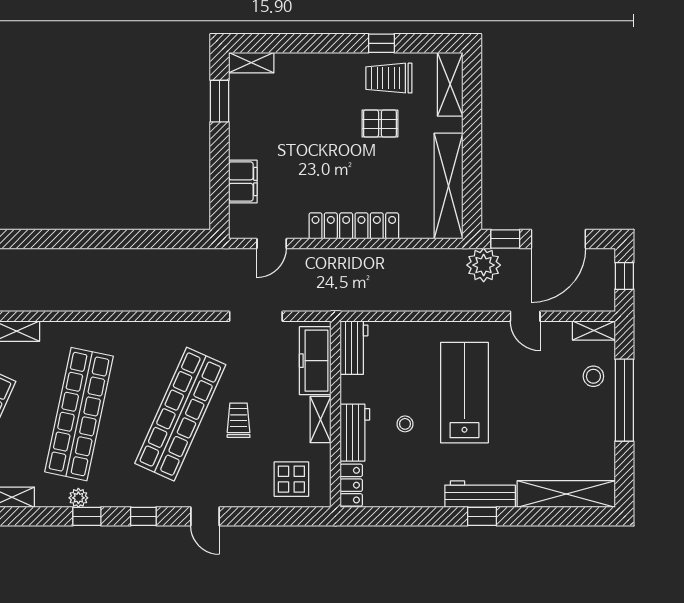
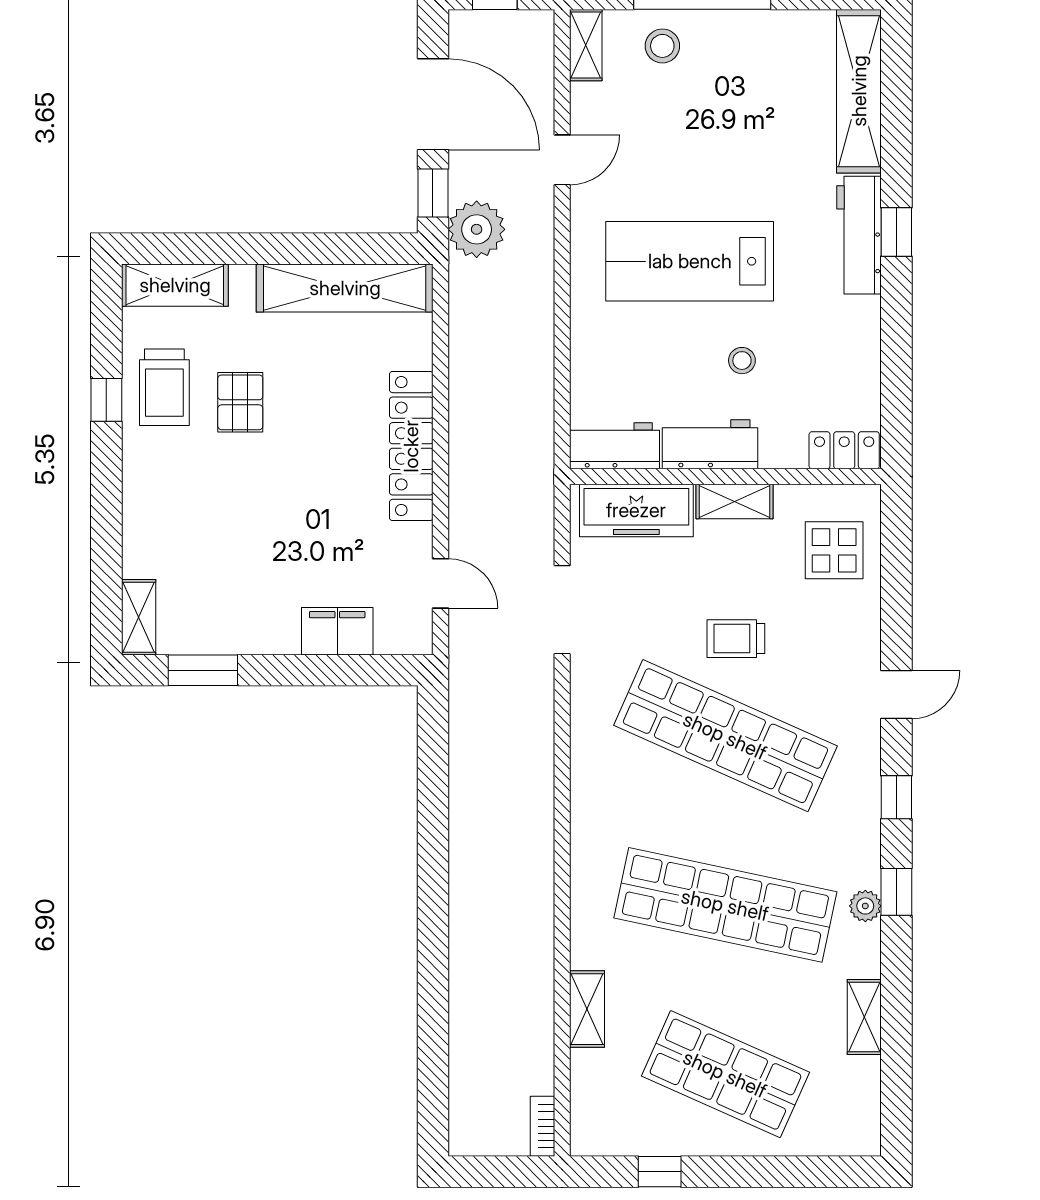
workbench: (355, 433) -> (710, 444), moved

